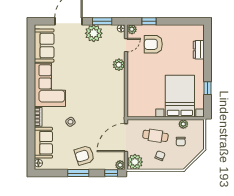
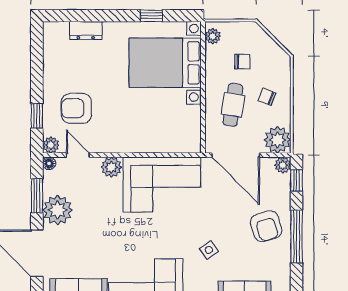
armchair: (153, 44) -> (76, 108), turned 90
corner sofa: (109, 94) -> (162, 185), added
plant: (183, 124) -> (213, 36), moved
window: (78, 173) -> (296, 236), width x1.44

